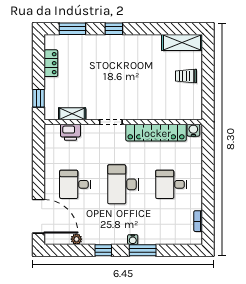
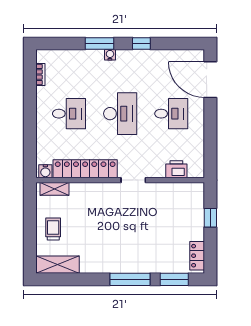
window: (114, 29) -> (130, 279), width x2.17
locker: (51, 63) -> (197, 256), moved
trolley: (186, 76) -> (53, 229), turned -90
window: (38, 98) -> (210, 218), moved
shelving: (72, 114) -> (54, 189), moved
plant: (76, 239) -> (170, 55), removed

